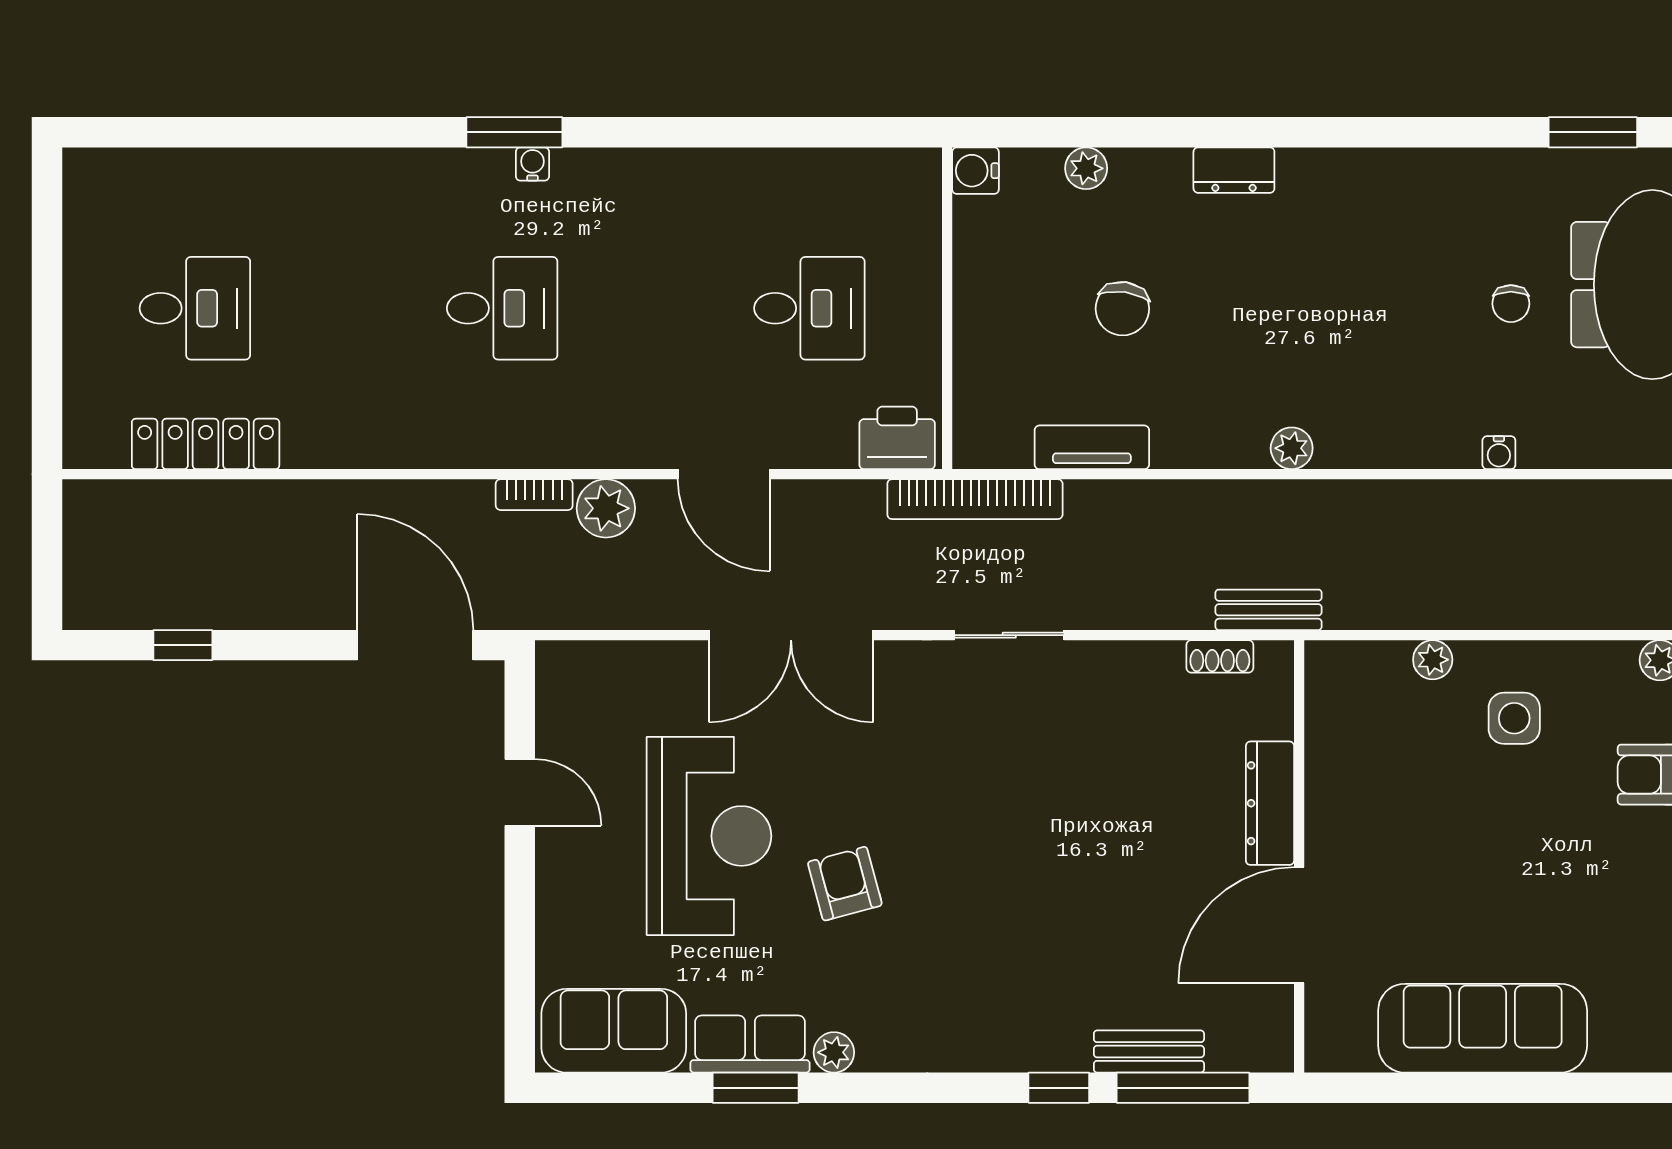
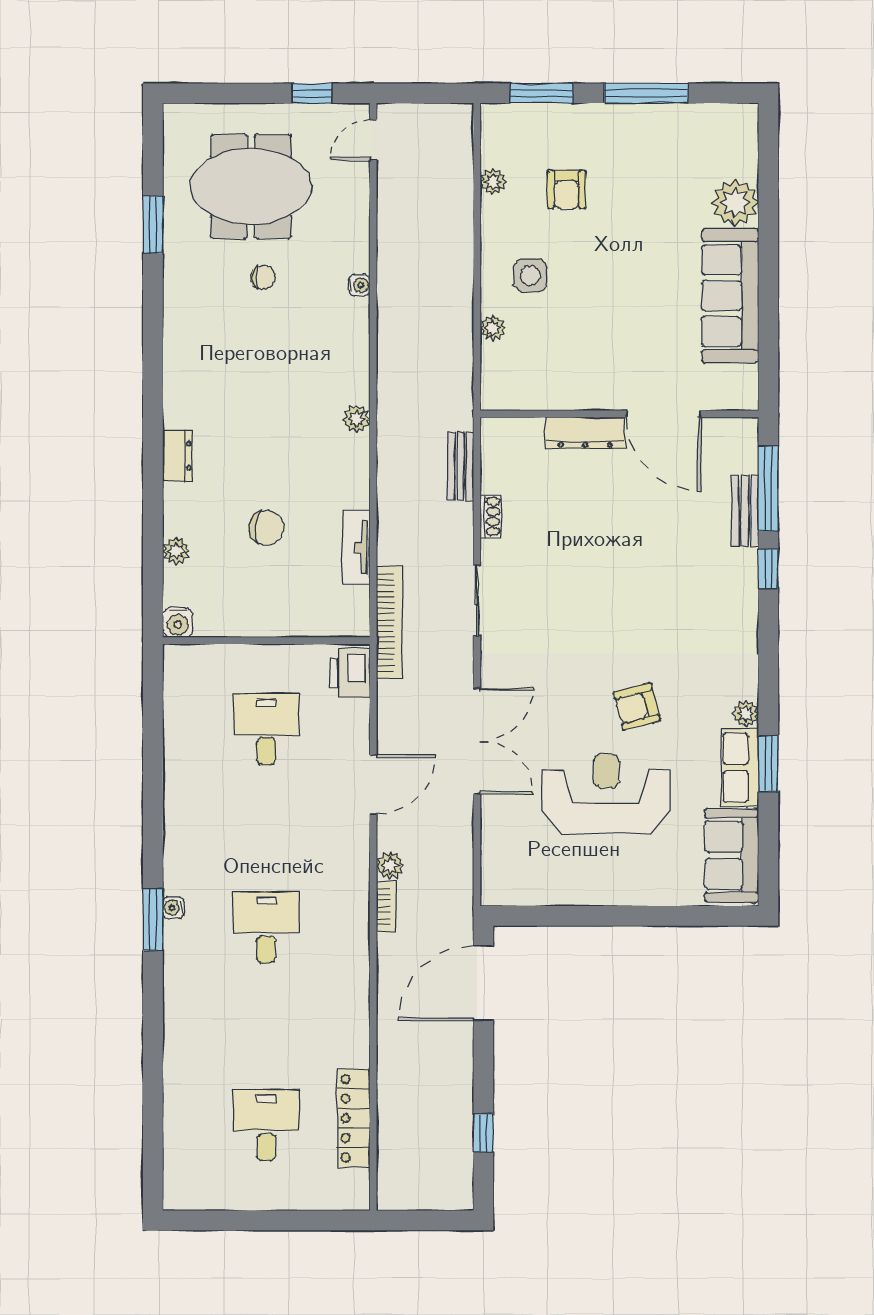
plant: (606, 508) -> (390, 866), width x0.73, depth x0.73
bench: (1269, 610) -> (461, 466), moved
shoe rack: (1220, 656) -> (491, 516), moved
door: (520, 792) -> (578, 916), removed
plant: (1627, 1036) -> (735, 202), added

